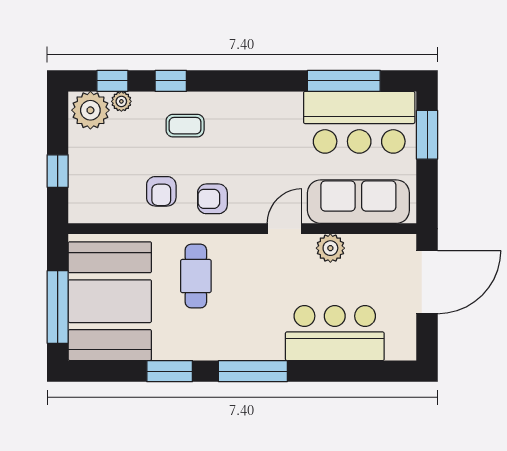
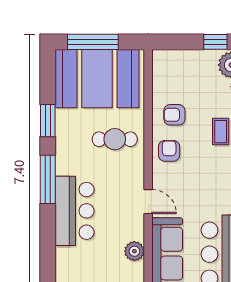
window: (58, 171) -> (215, 42), moved
plant: (330, 248) -> (134, 251), moved
bar counter: (335, 333) -> (75, 211), moved

